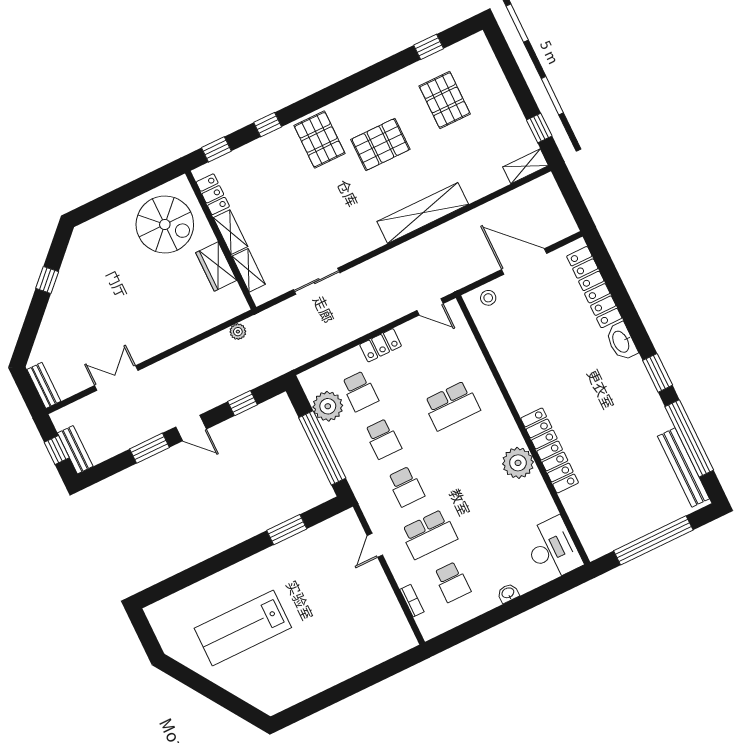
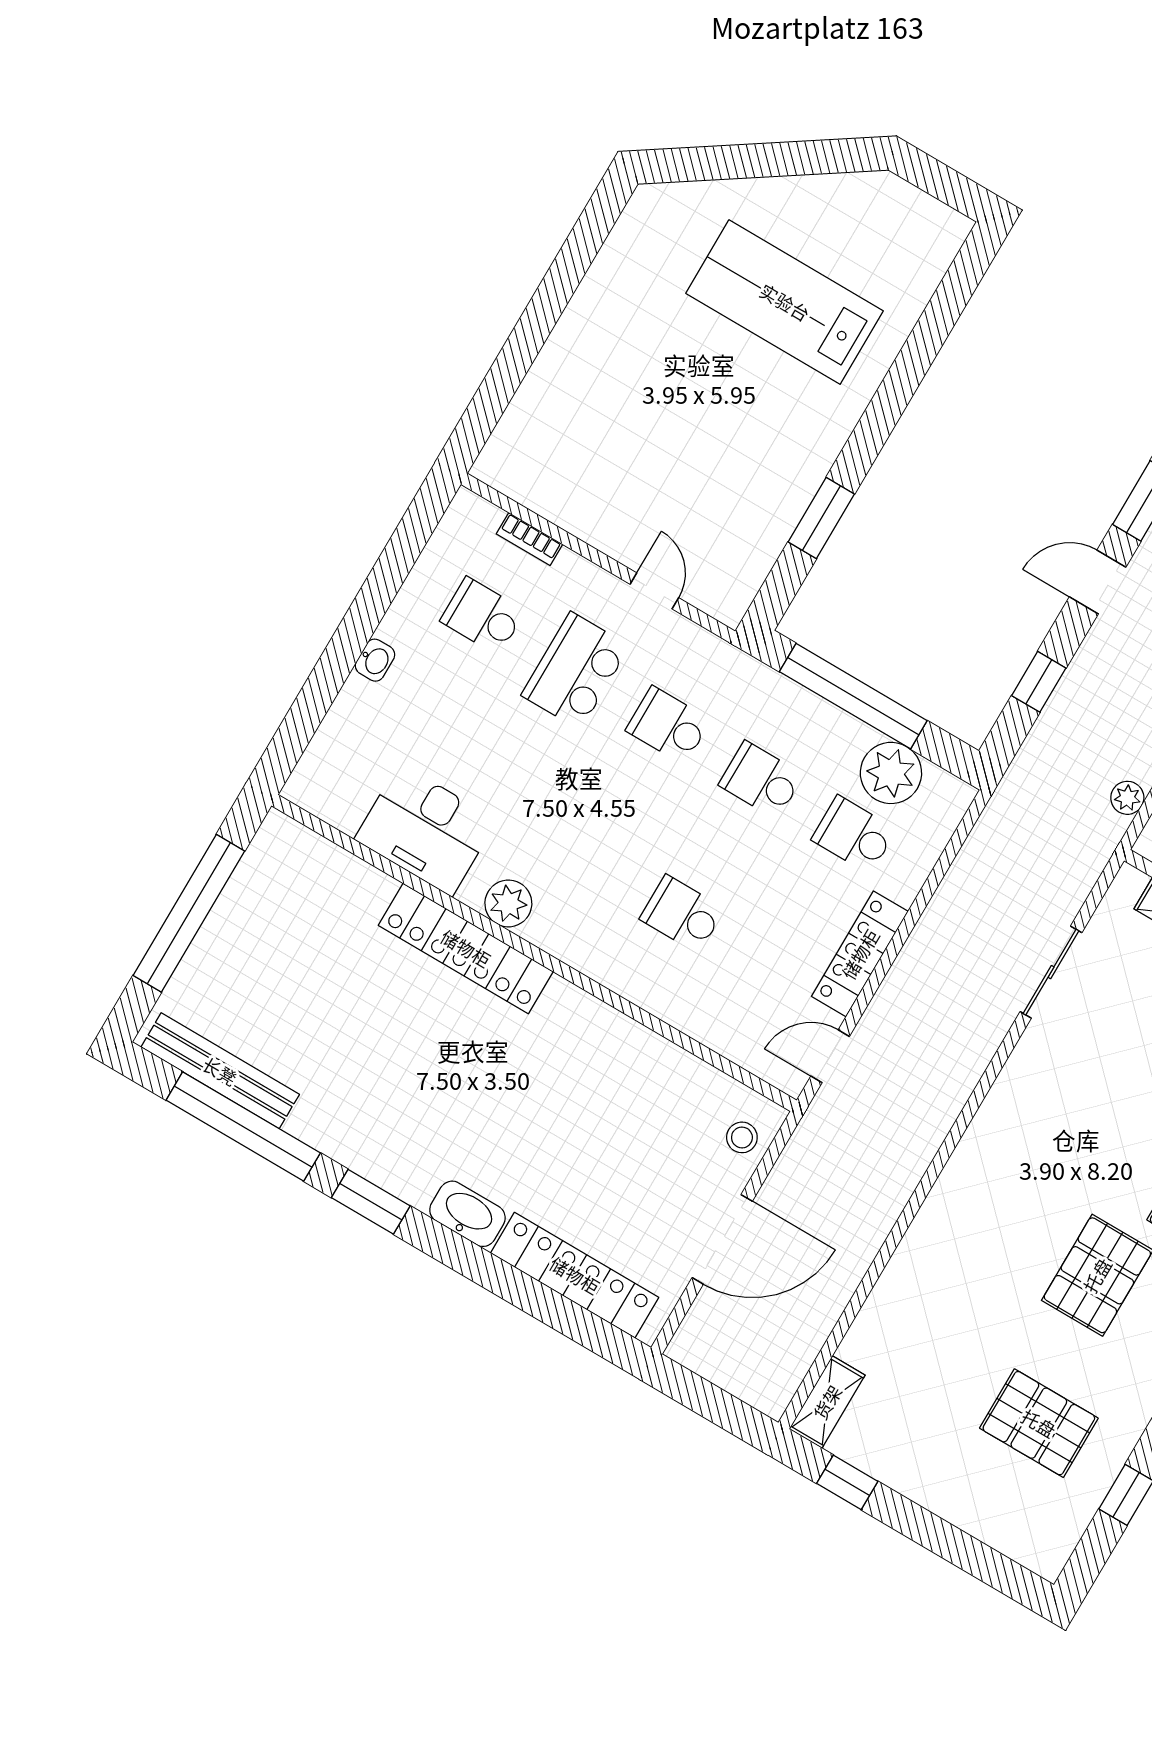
shelving: (423, 213) -> (949, 1207), removed
locker: (381, 345) -> (860, 954), width x1.53
school desk: (452, 406) -> (682, 914), width x0.54
plant: (518, 463) -> (508, 903), width x0.73, depth x0.73
desk: (552, 549) -> (426, 830), moved
lab bench: (243, 628) -> (785, 302), turned -90

